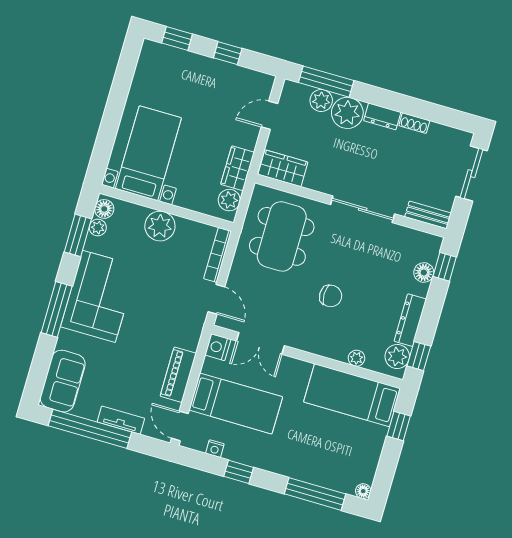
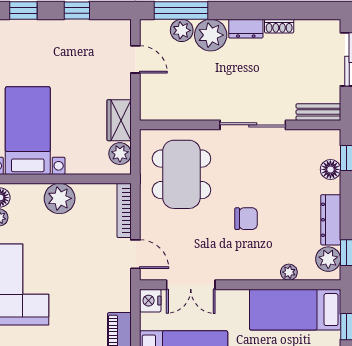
door: (269, 115) -> (135, 59), swing flipped
wardrobe: (283, 168) -> (163, 107), removed

